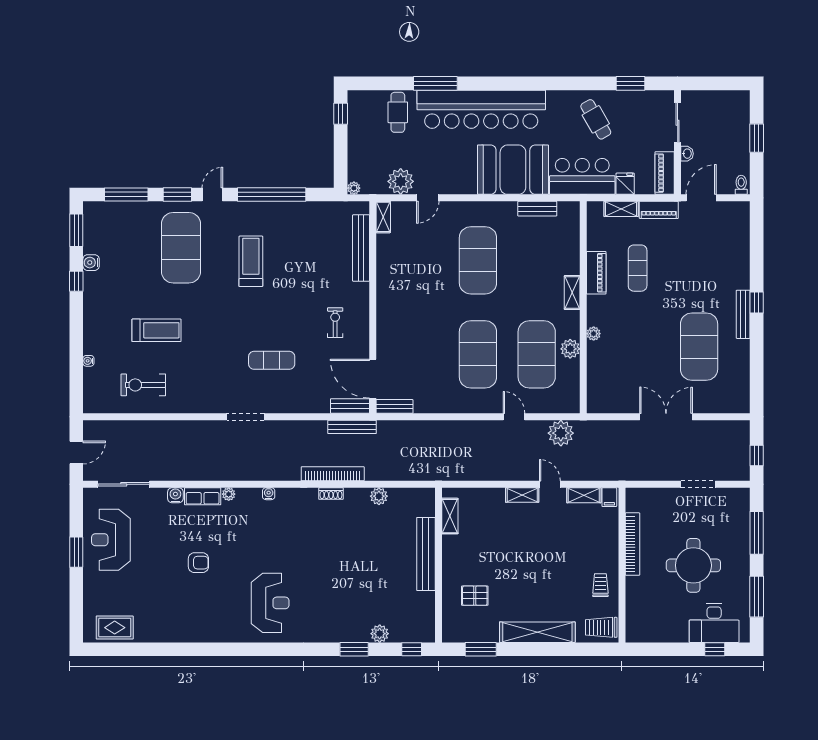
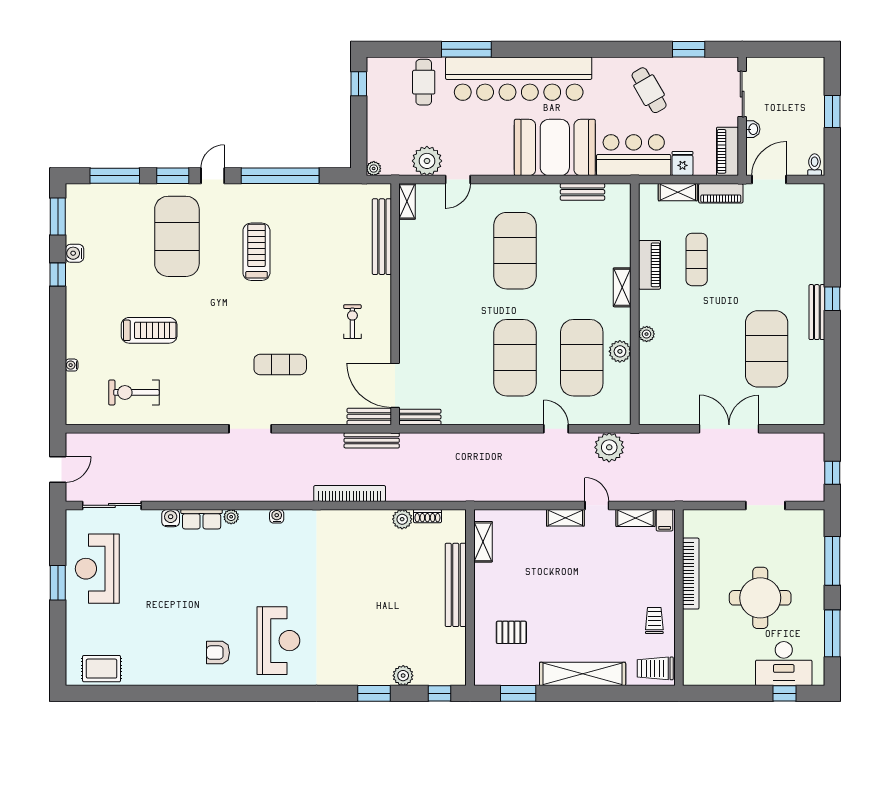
shoe rack: (331, 493) -> (427, 516), moved
armchair: (198, 563) -> (218, 653), moved, turned 180

